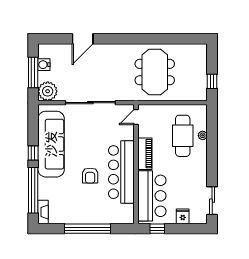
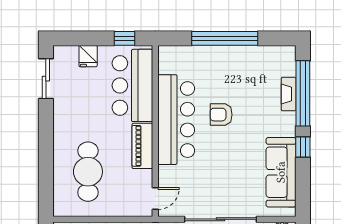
plant: (203, 135) -> (60, 172), removed
sofa: (51, 144) -> (281, 172), width x0.74, depth x0.79
armchair: (90, 176) -> (221, 115), turned -90
fireplace: (43, 212) -> (289, 94), moved

